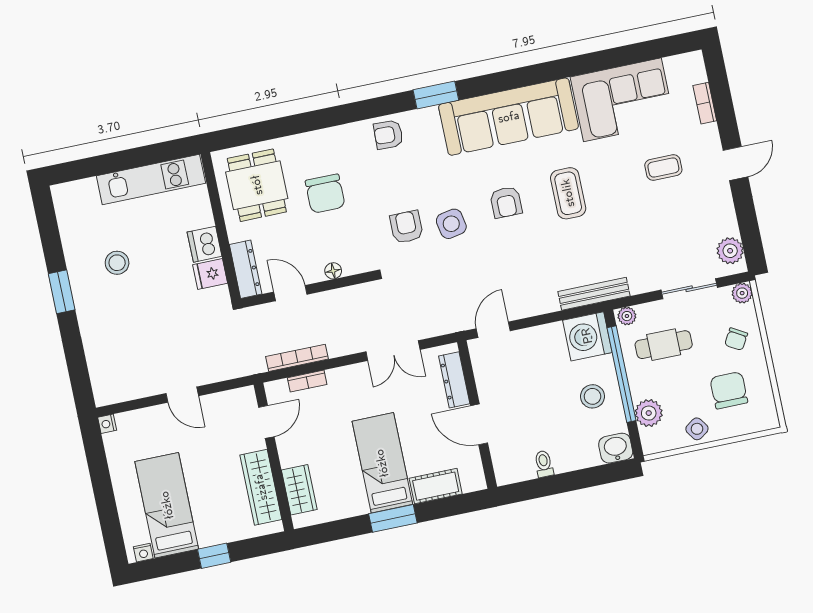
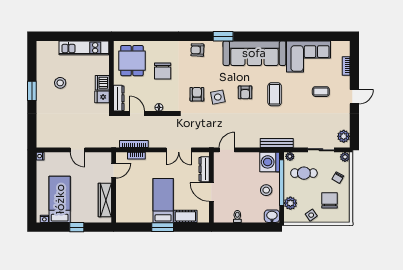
wardrobe: (299, 490) -> (122, 205), removed

